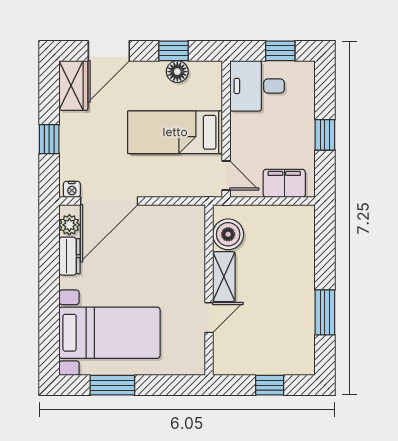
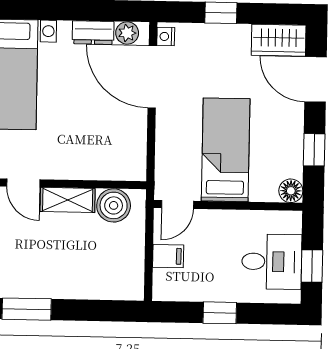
floor lamp: (177, 72) -> (291, 191), moved
desk: (257, 86) -> (272, 262), moved, turned 90
filing cabinet: (284, 183) -> (168, 256), width x0.50

